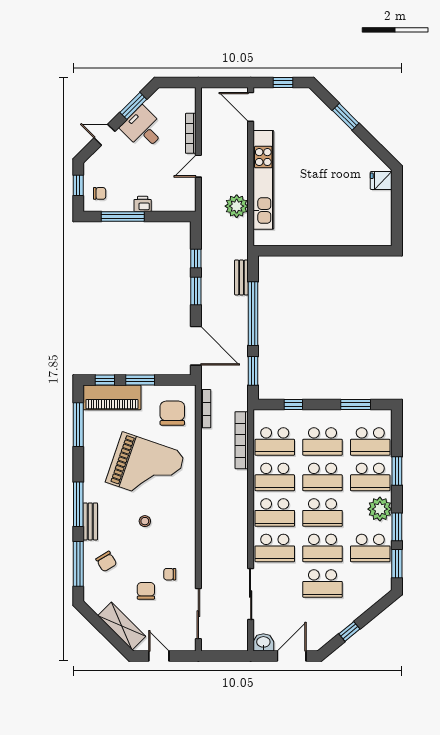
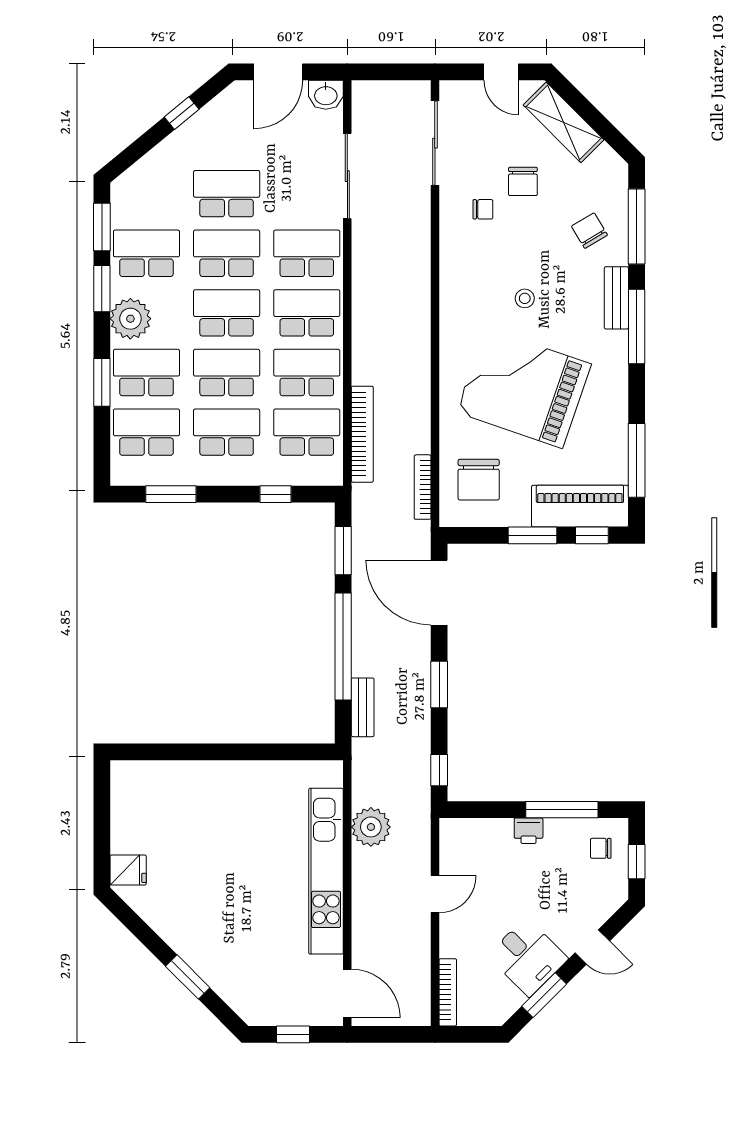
bookcase: (191, 133) -> (448, 992), moved
window: (196, 259) -> (439, 770), moved

